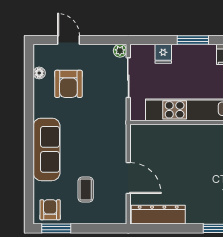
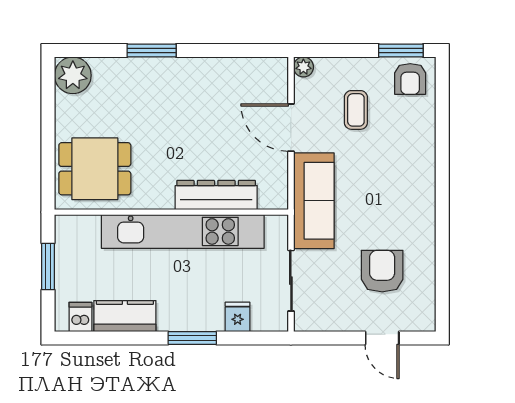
plant: (120, 51) -> (303, 67), moved
floor lamp: (39, 73) -> (427, 288), removed
sofa: (47, 149) -> (314, 201), moved, turned 180
dresser: (158, 215) -> (216, 195), moved, turned 180

